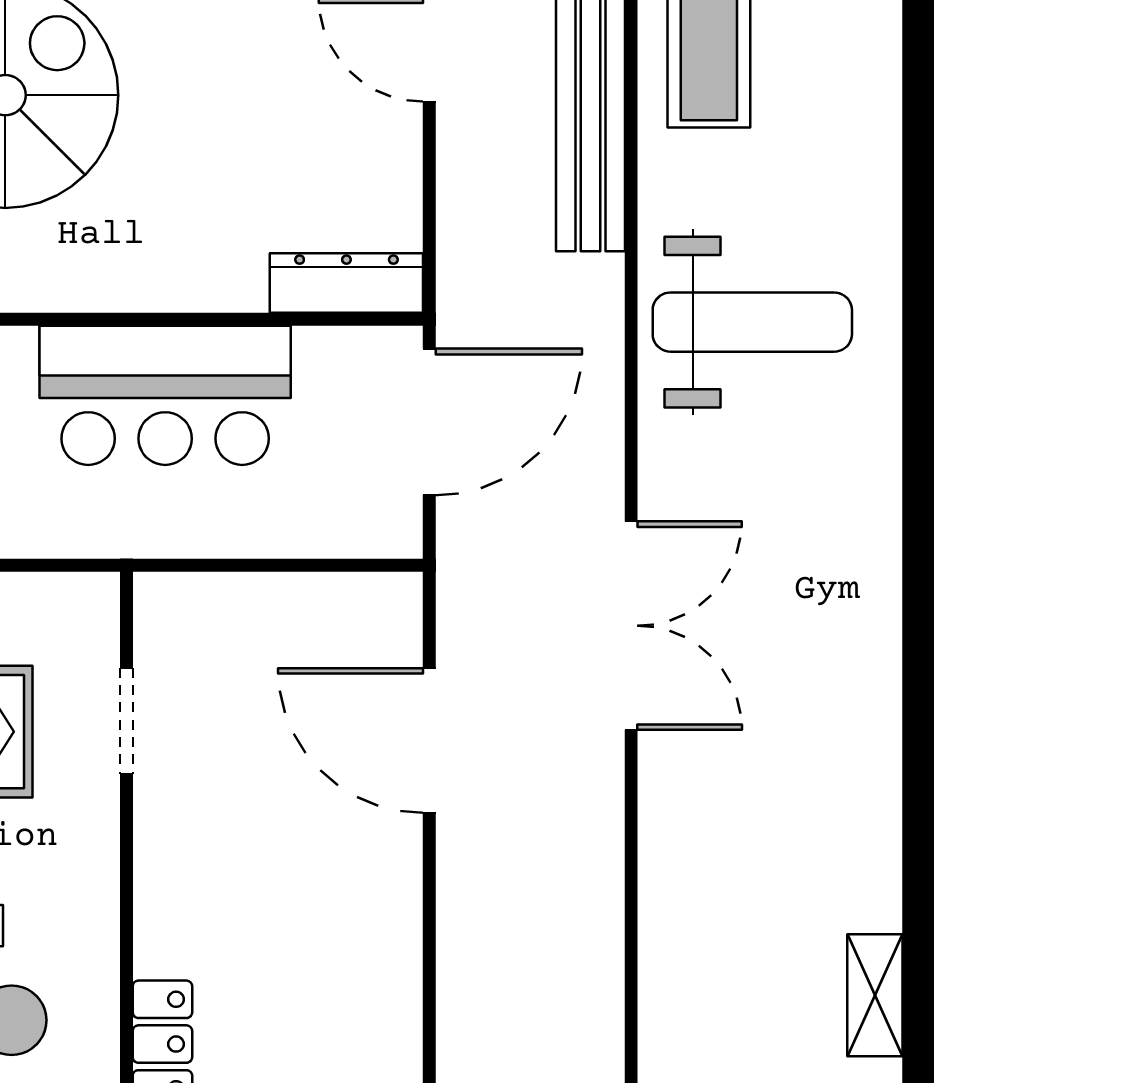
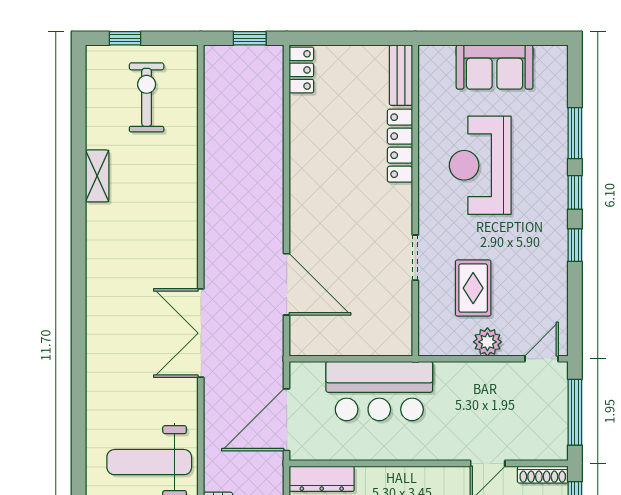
bar counter: (165, 395) -> (379, 391), moved, turned 180
doorway: (126, 721) -> (415, 258), moved

